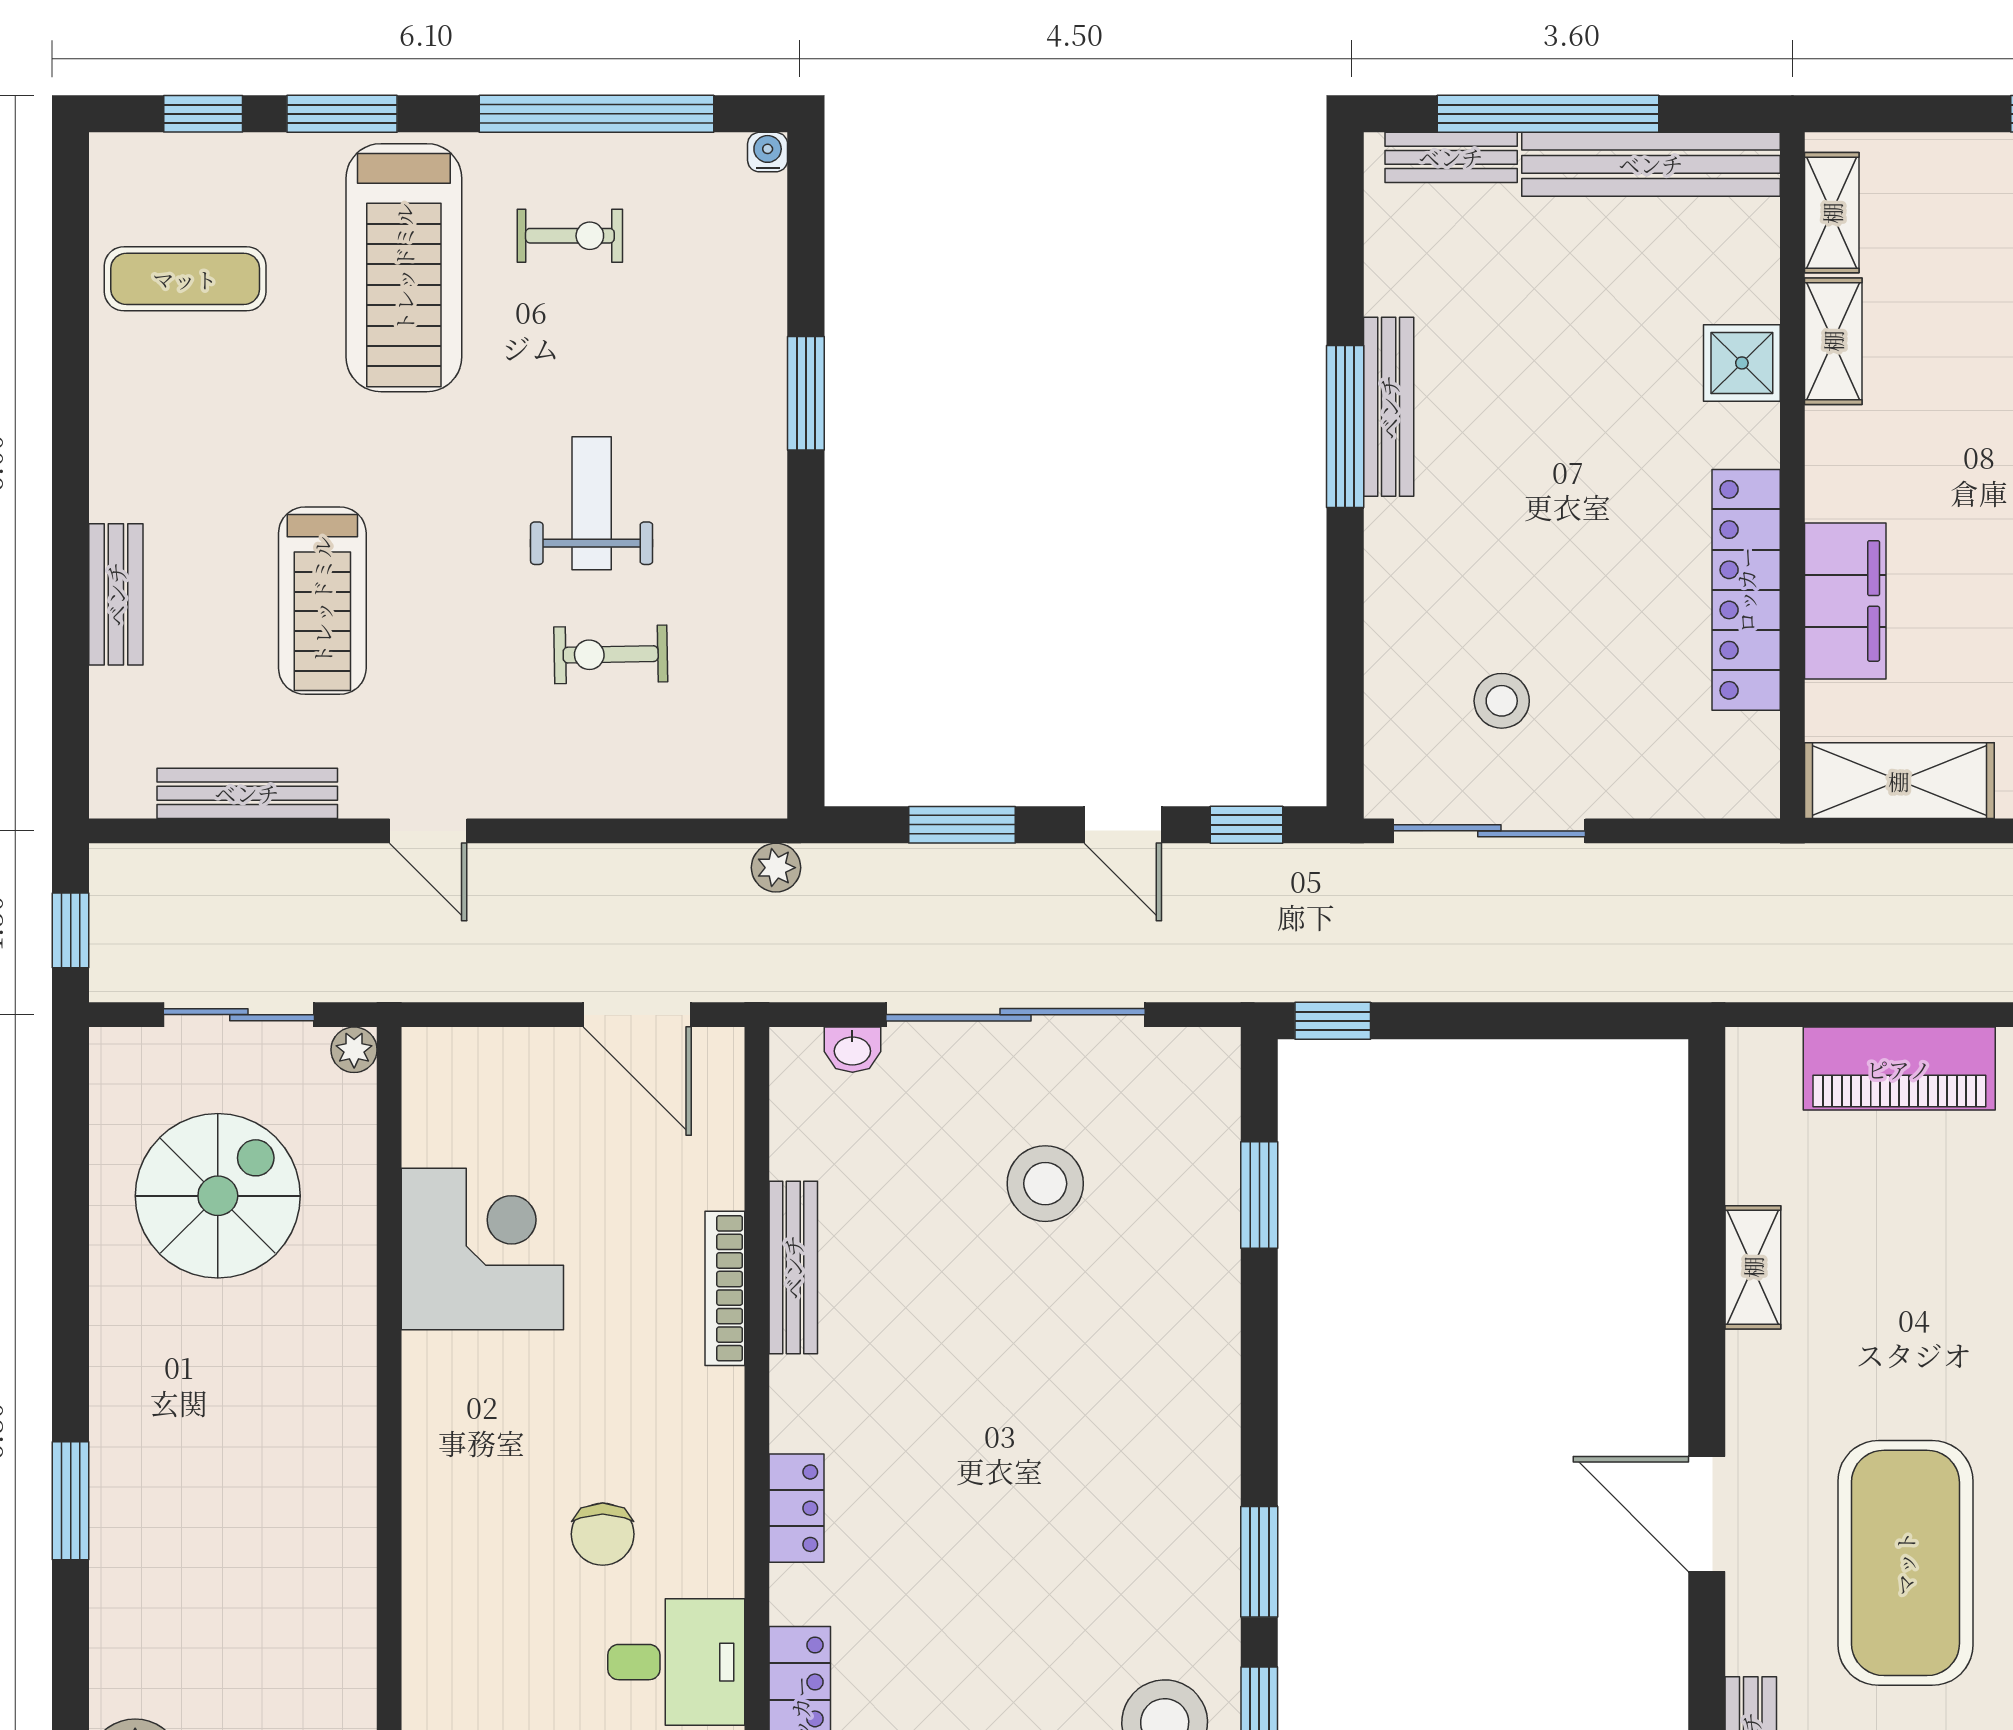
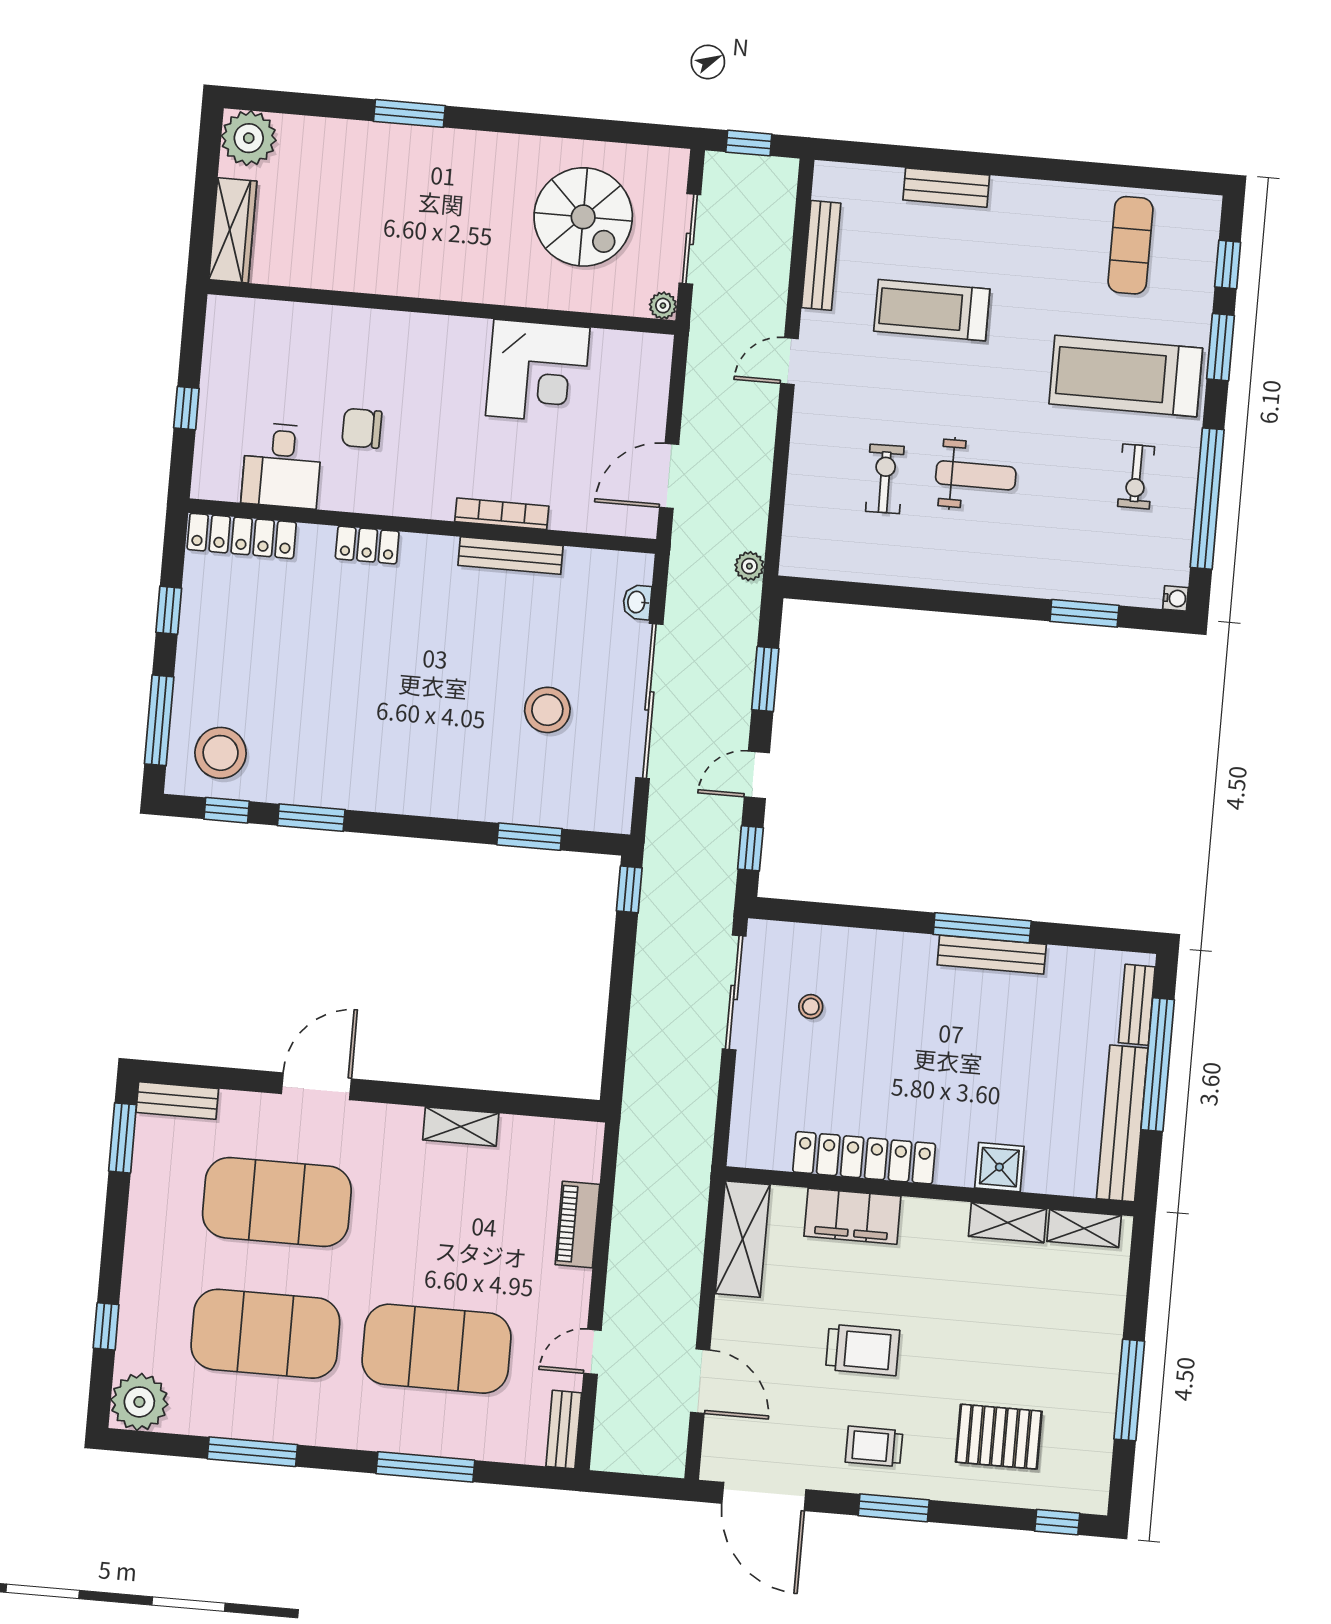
window: (806, 393) -> (1084, 613), moved
stool: (1502, 701) -> (811, 1007), width x0.73, depth x0.73
piano: (1899, 1069) -> (577, 1225), width x0.73, depth x0.75

